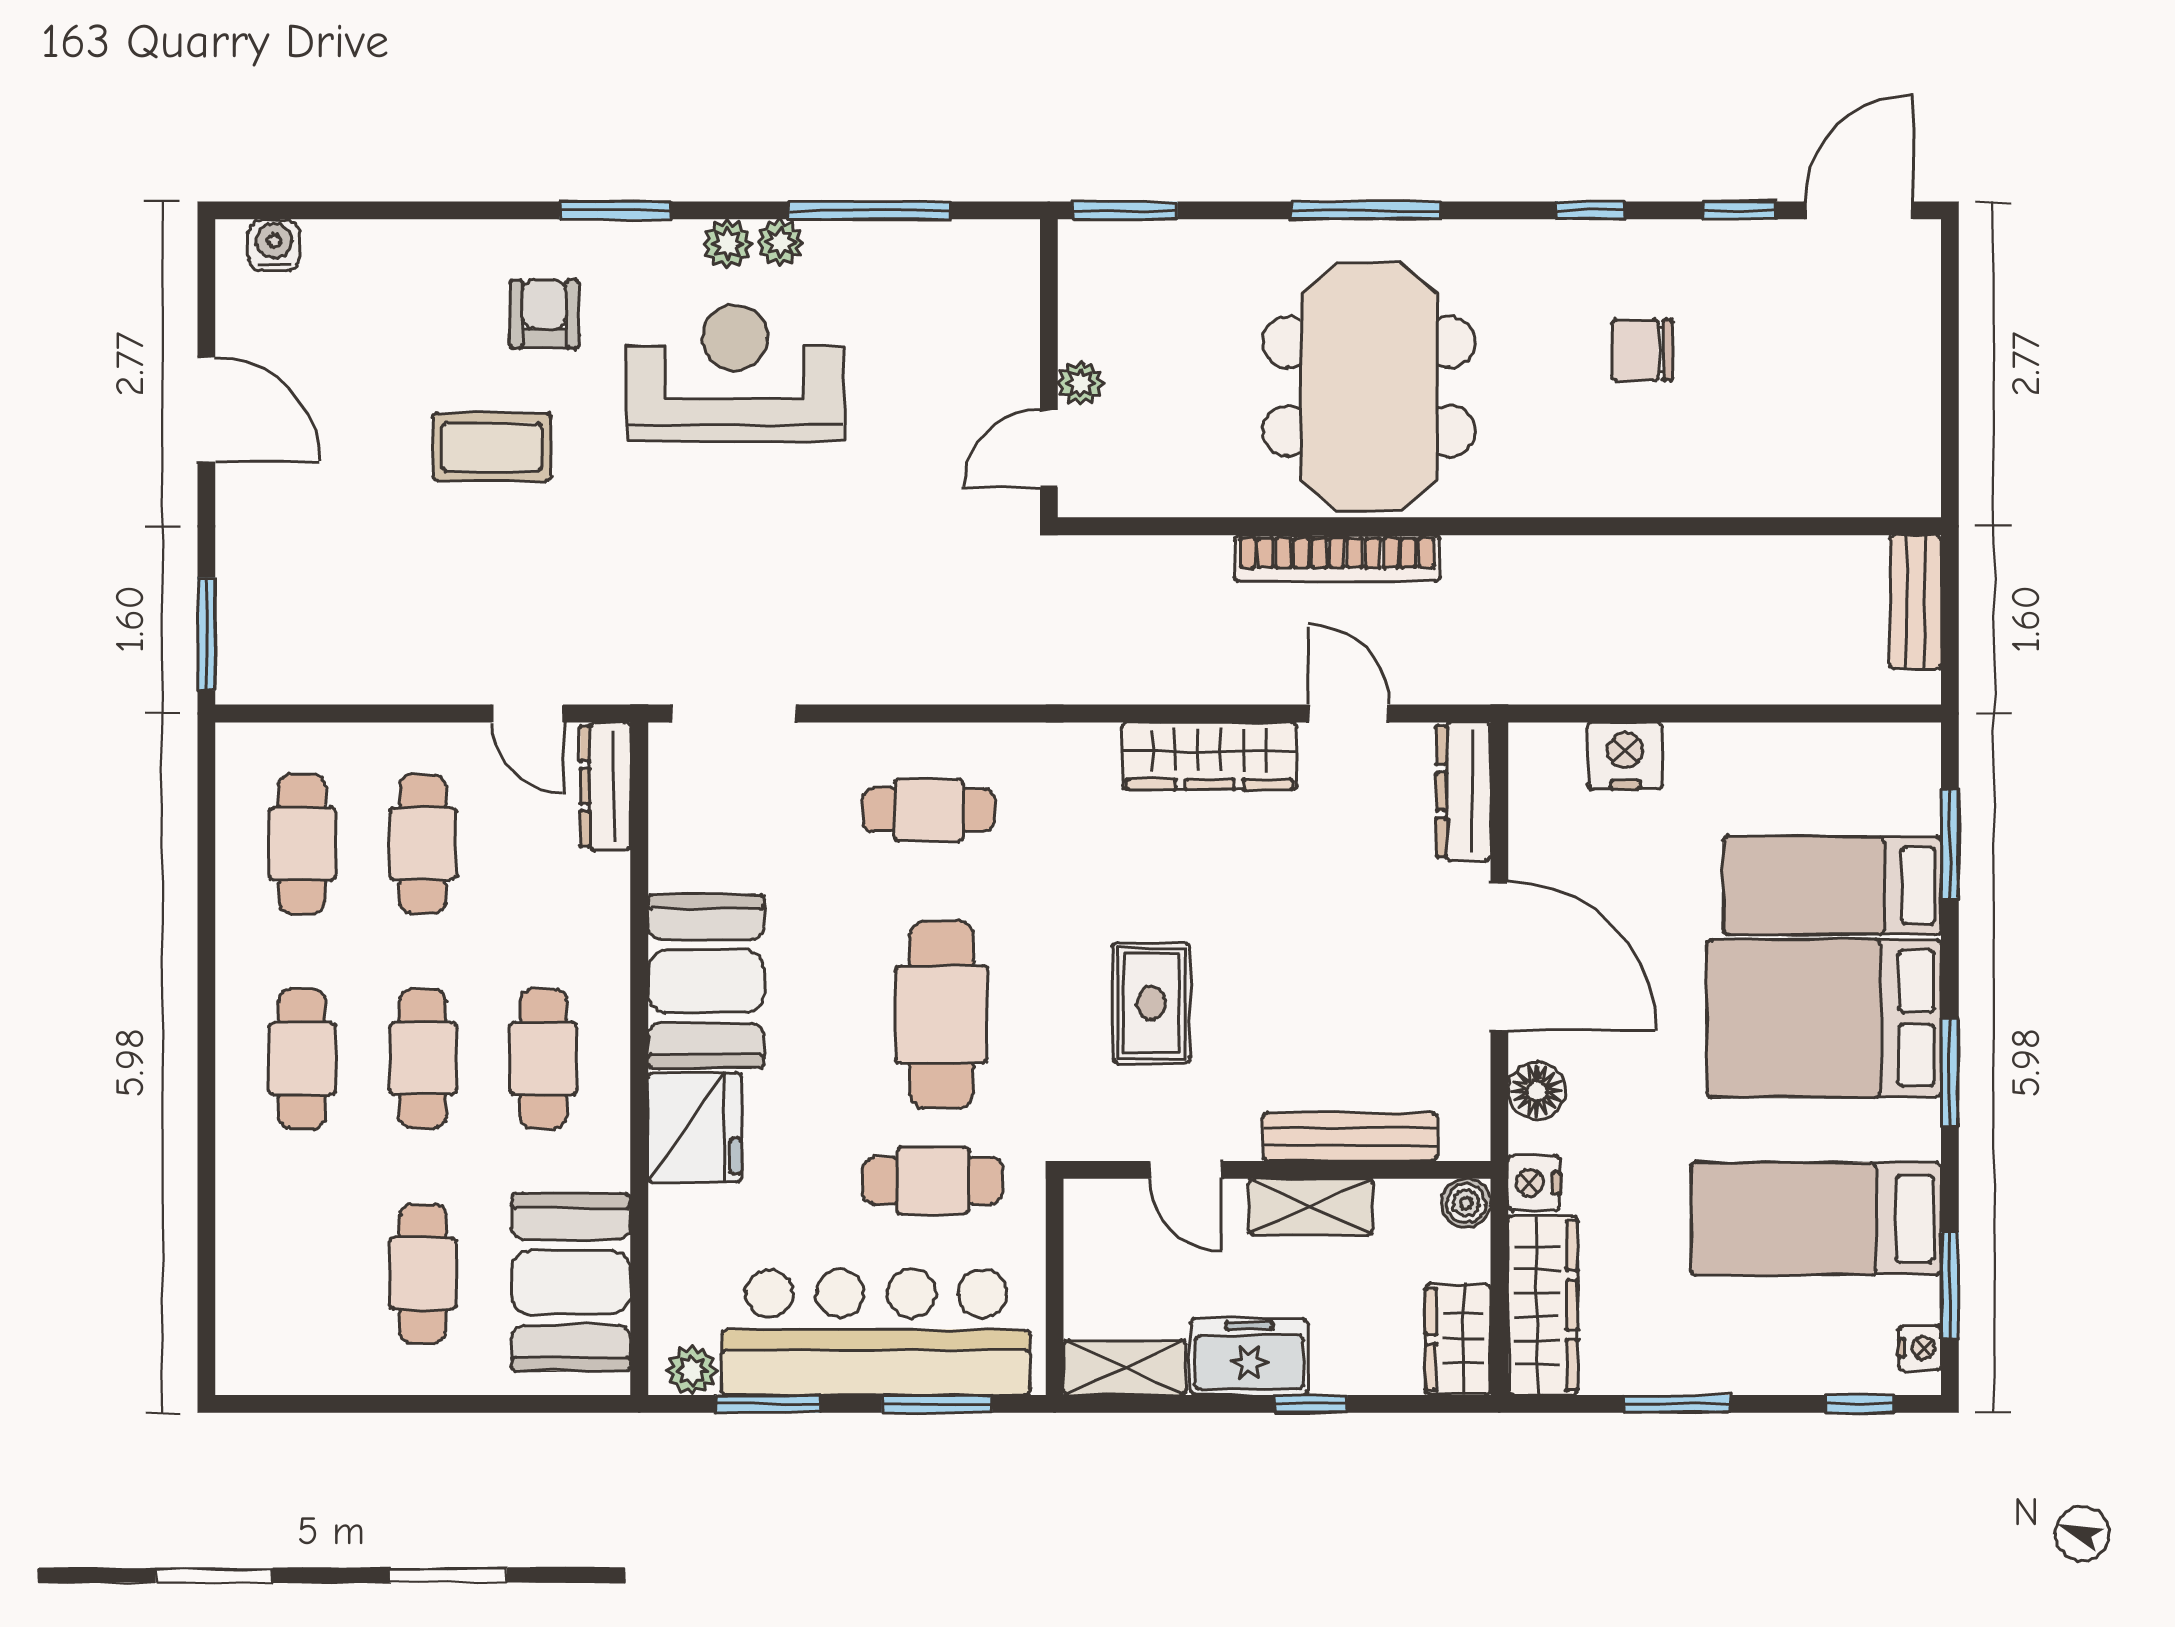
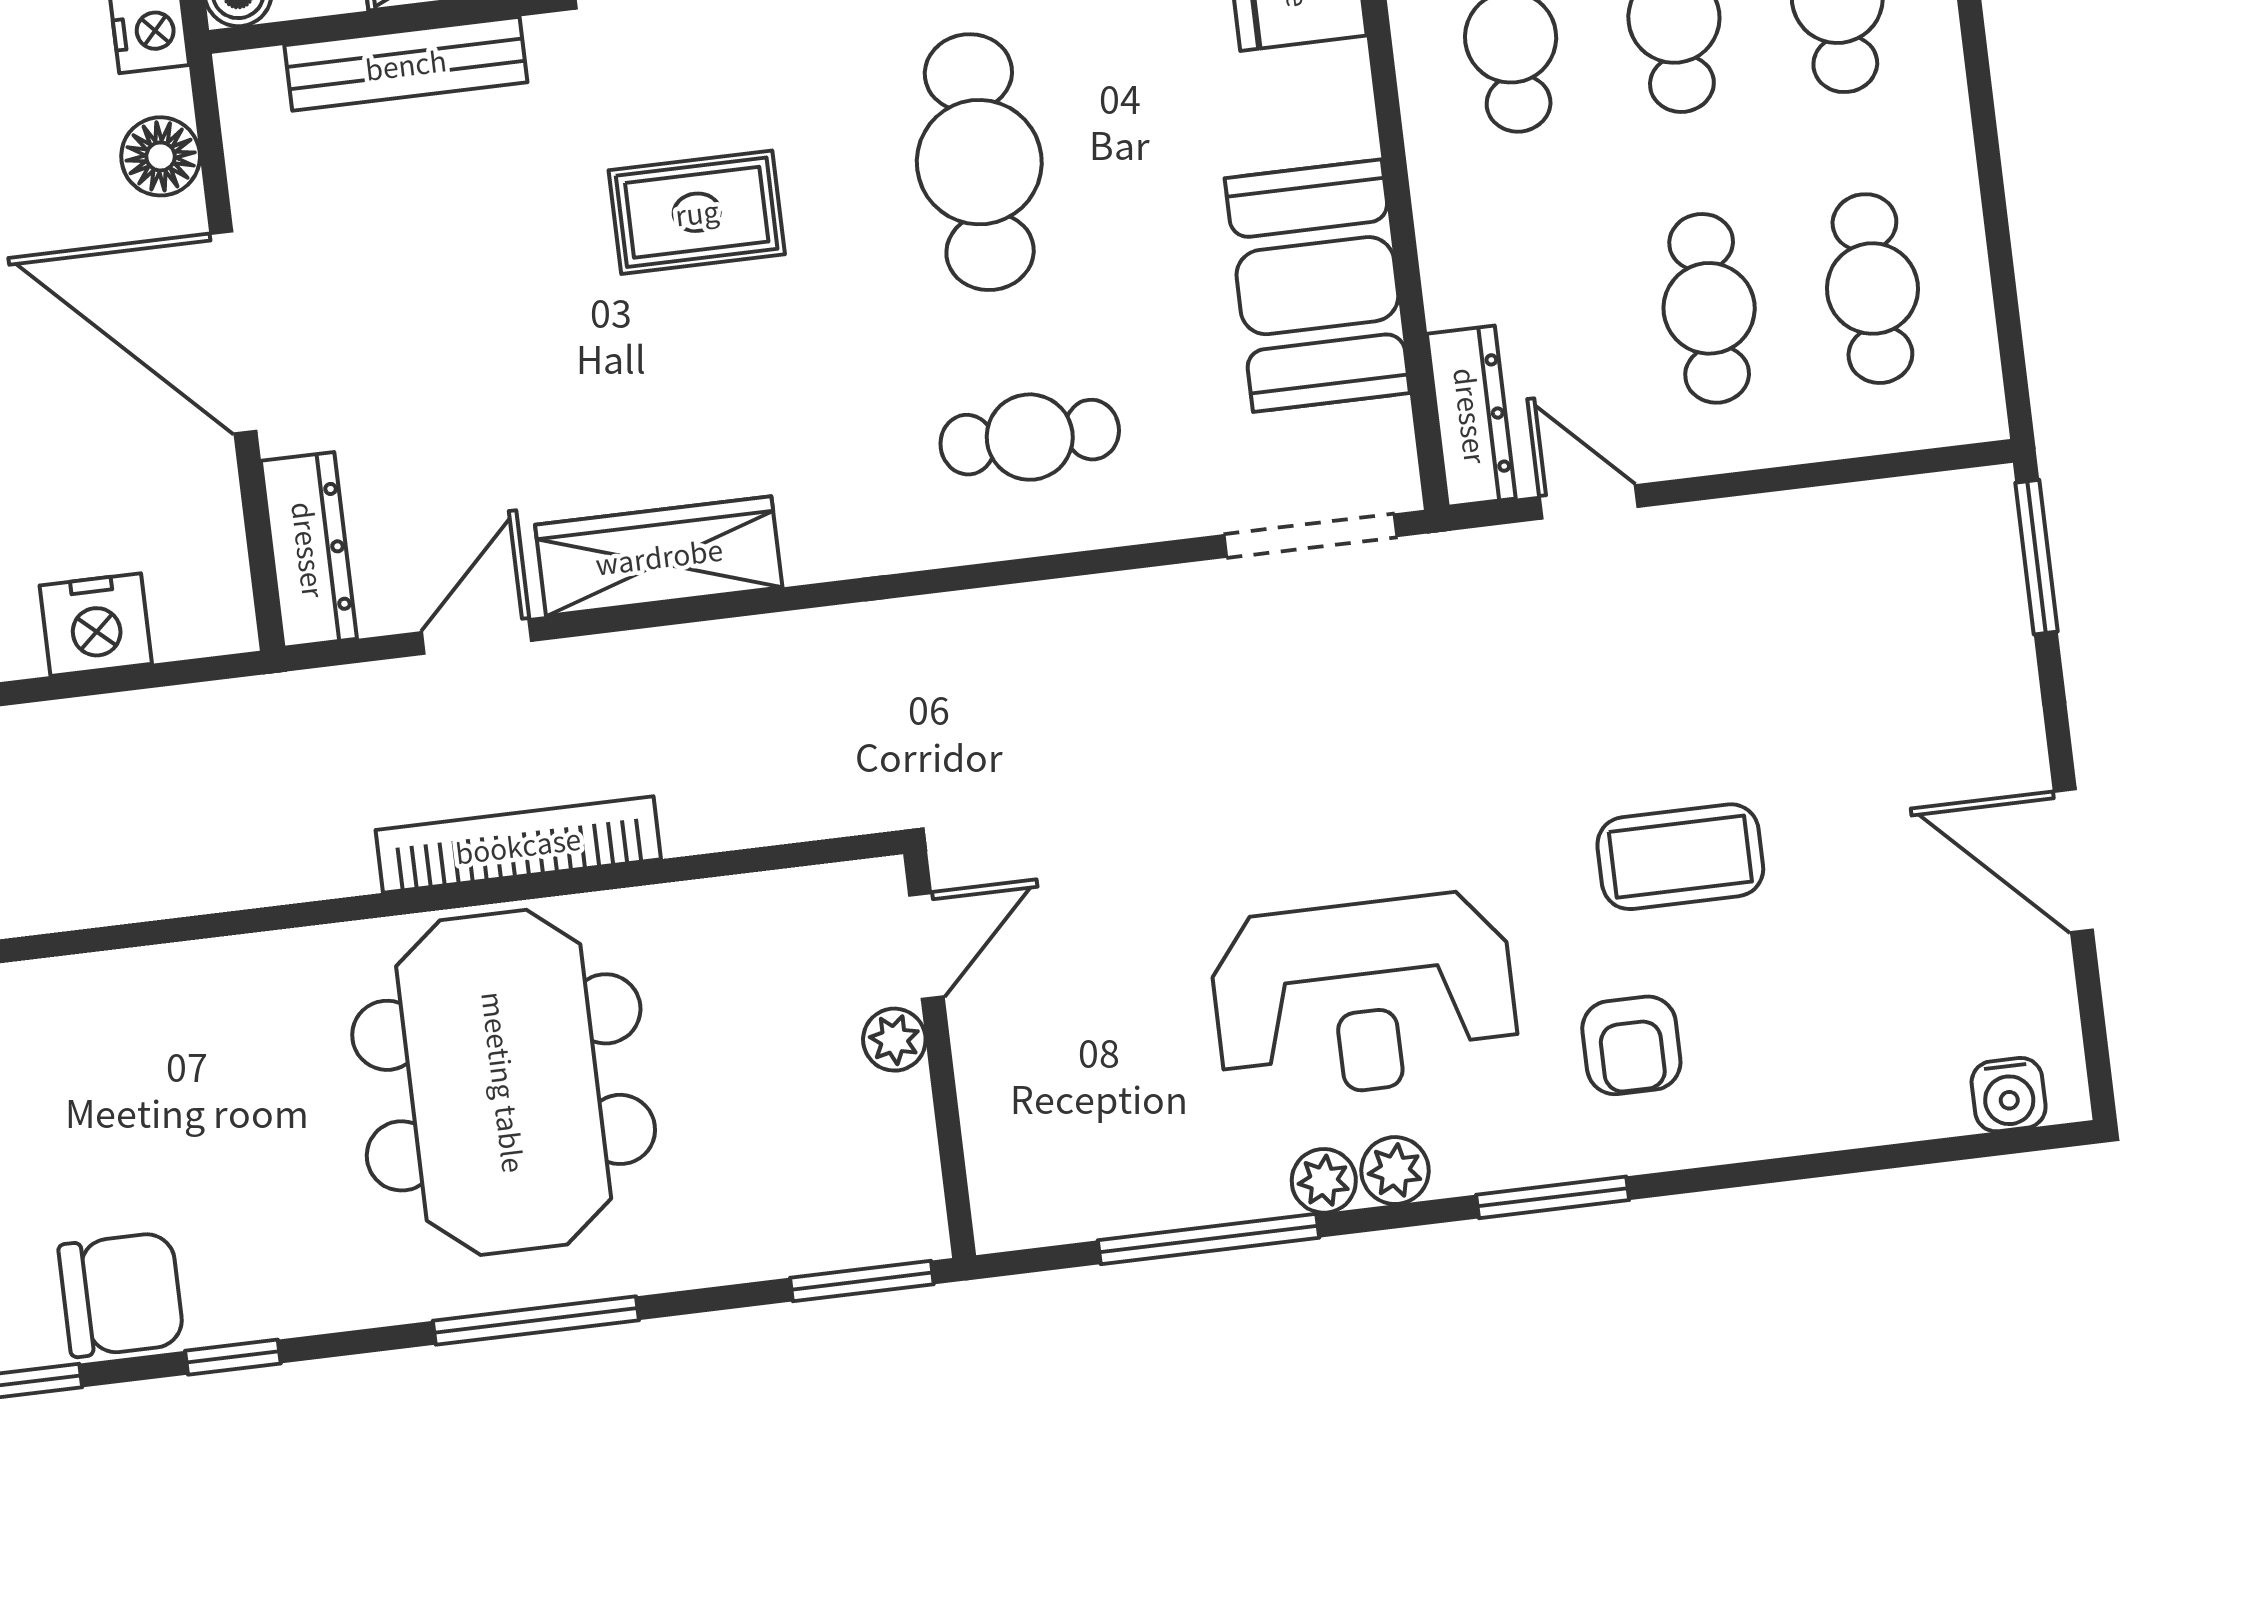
chair: (1642, 350) -> (121, 1295), moved, width x1.37, depth x1.37
door: (1349, 713) -> (477, 637), swing flipped
booth: (706, 981) -> (1317, 286), moved
rug: (1151, 1003) -> (697, 212), turned 90

